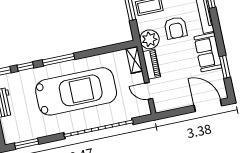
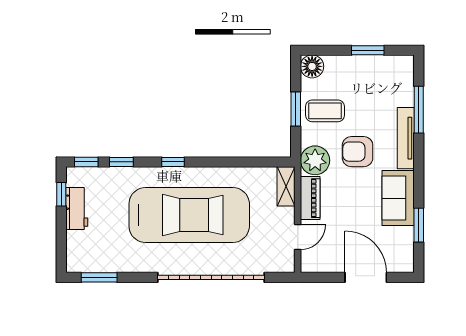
armchair: (176, 28) -> (358, 152), turned 90
window: (58, 60) -> (173, 162), width x0.46
door: (149, 91) -> (298, 237), swing flipped
door: (208, 105) -> (366, 277), moved

